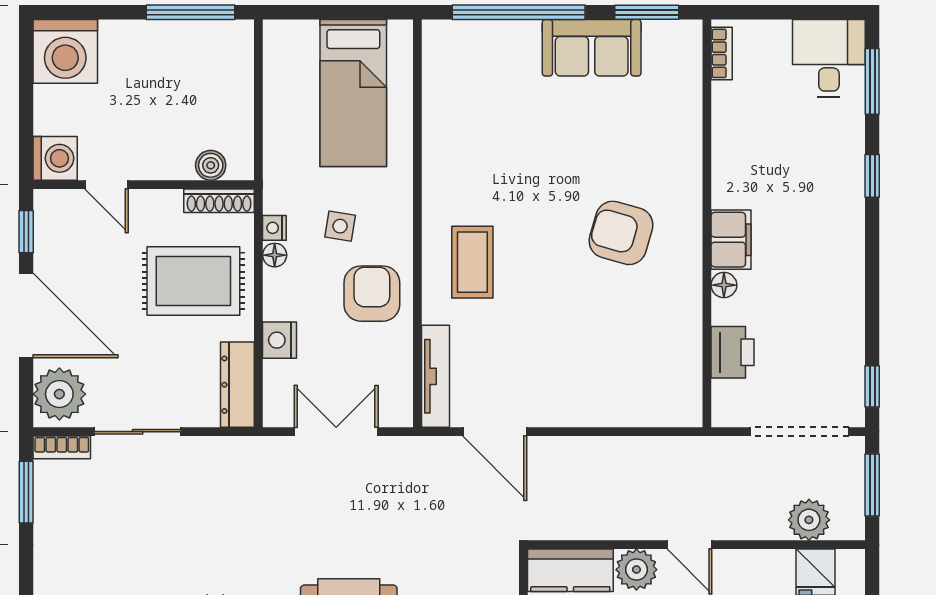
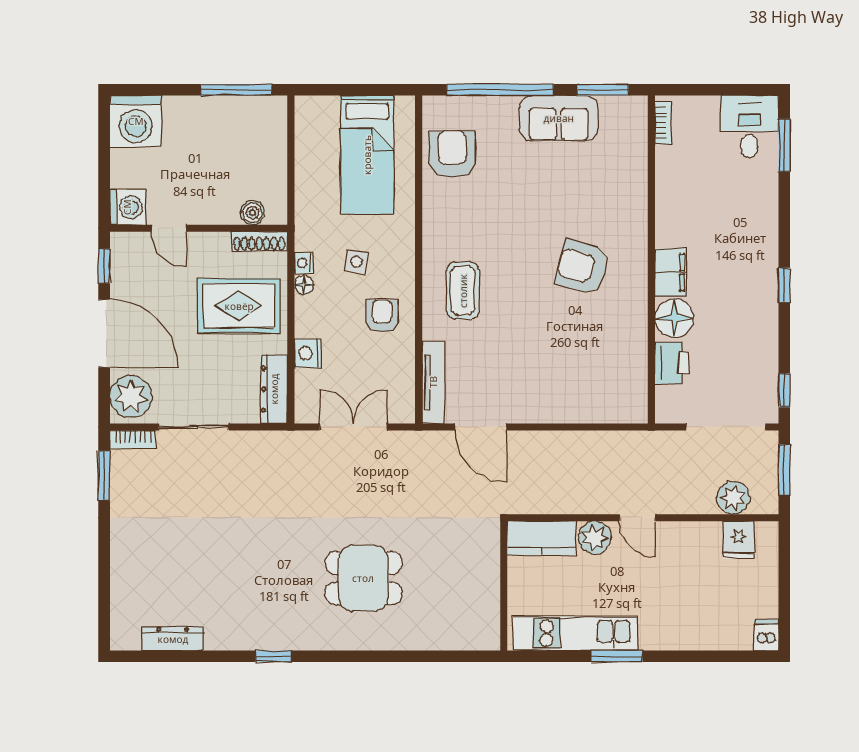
armchair: (459, 92) -> (452, 154), added
window: (872, 176) -> (784, 285), moved
floor lamp: (724, 285) -> (674, 318), width x1.89, depth x1.89
armchair: (372, 294) -> (382, 316), width x0.72, depth x0.72

